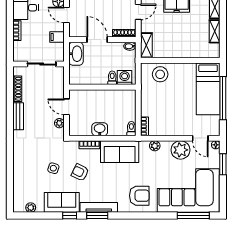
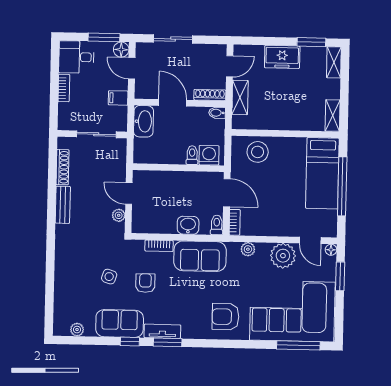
shelving: (215, 31) -> (333, 115), moved
shelving: (146, 45) -> (240, 97), moved
door: (138, 105) -> (227, 193), added
washbasin: (100, 129) -> (188, 225), moved
armchair: (80, 172) -> (145, 283), turned 64
armchair: (139, 196) -> (225, 317), turned 180
tv unit: (99, 207) -> (162, 331), width x0.71

